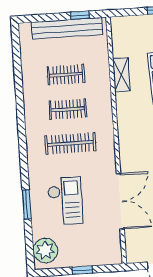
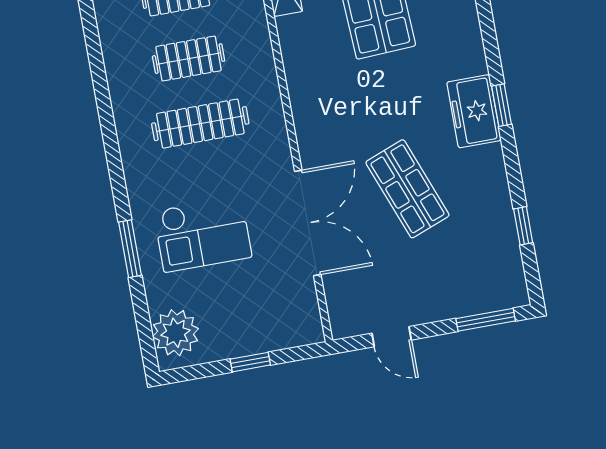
checkout: (65, 201) -> (203, 234), turned 90

